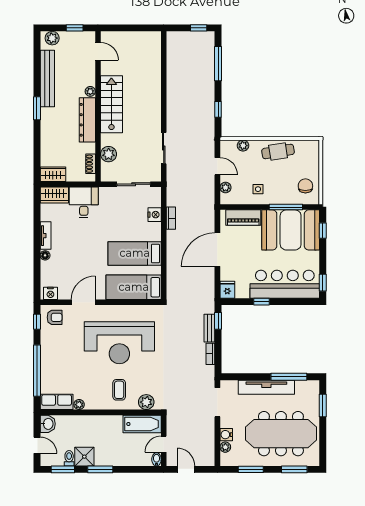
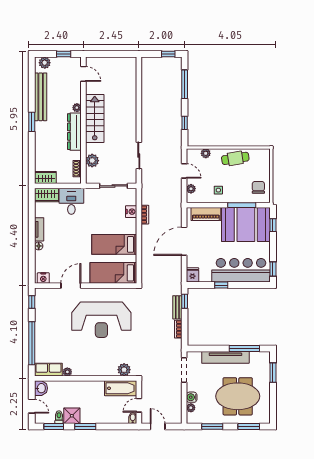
armchair: (55, 317) -> (47, 298), removed
coffee table: (119, 390) -> (101, 359), removed
meeting table: (281, 434) -> (238, 396), width x0.73

